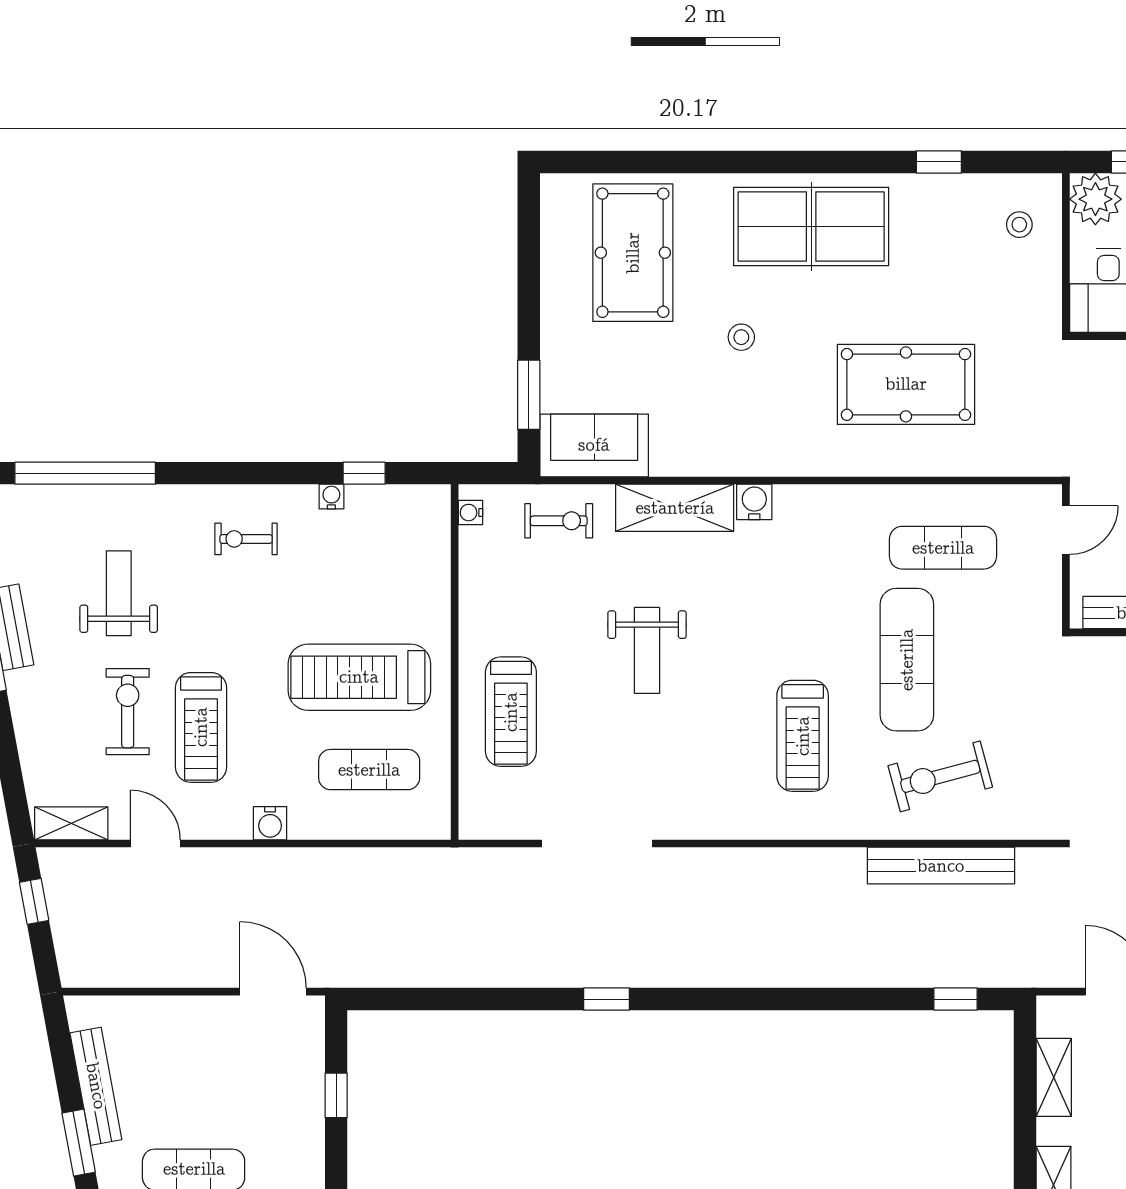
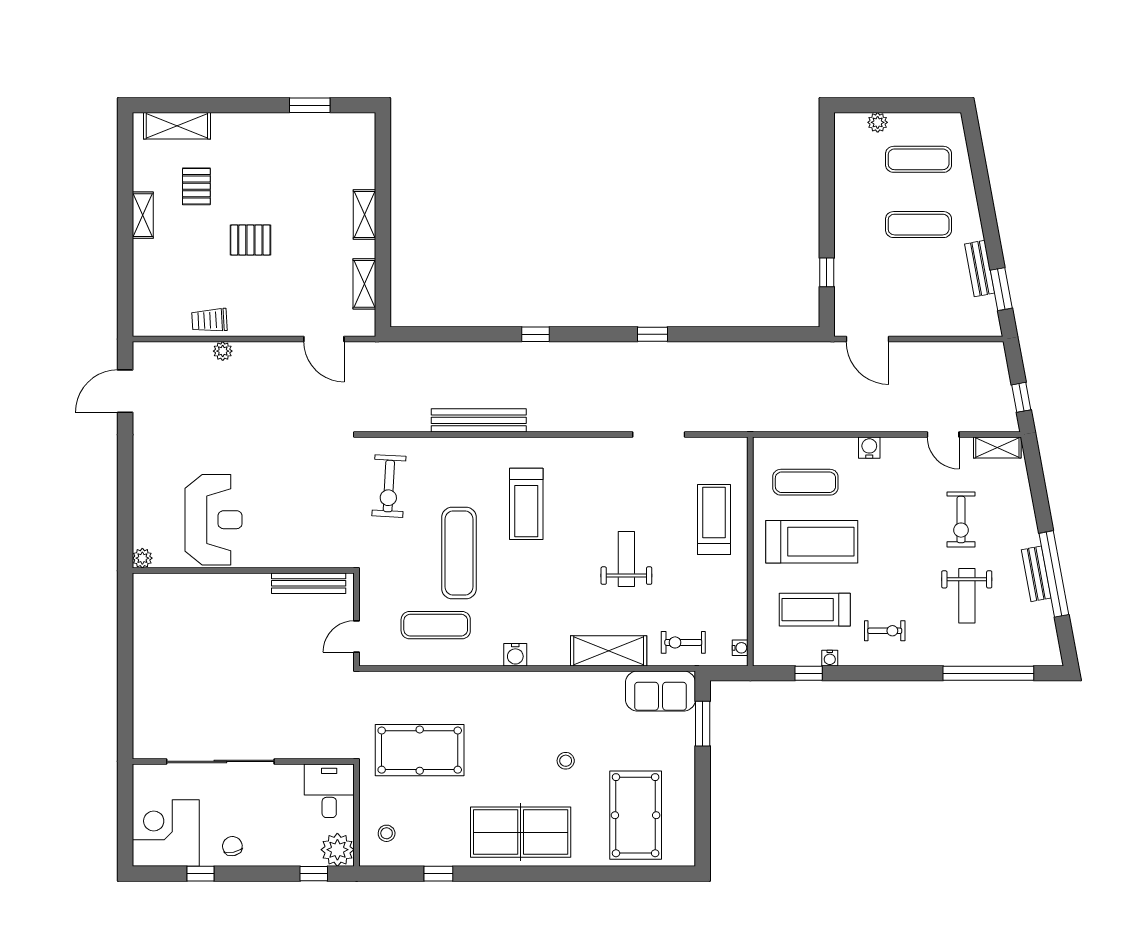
pool table: (906, 384) -> (420, 750), moved
water cooler: (754, 502) -> (515, 655), moved
treadmill: (201, 727) -> (815, 610), moved, turned -90
treadmill: (803, 736) -> (526, 504), turned 180
exercise bike: (940, 776) -> (389, 486), moved, turned 108
doorway: (597, 844) -> (659, 435), width x0.73
bench: (941, 866) -> (479, 420), moved
window: (956, 999) -> (536, 334), moved
bench: (96, 1086) -> (980, 269), width x0.73
window: (79, 1143) -> (1001, 289), moved

